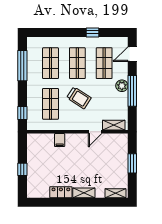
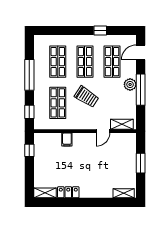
window: (22, 66) -> (29, 75), moved
window: (22, 169) -> (29, 150), moved
shelving: (84, 193) -> (45, 193), moved

